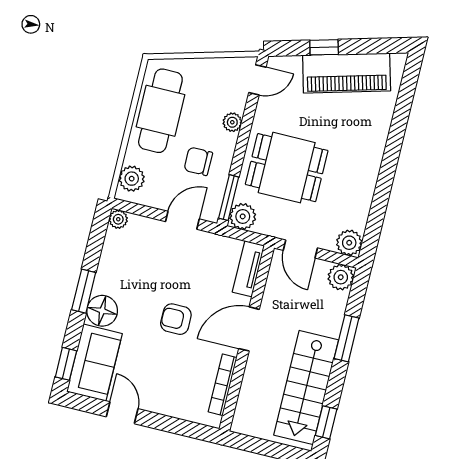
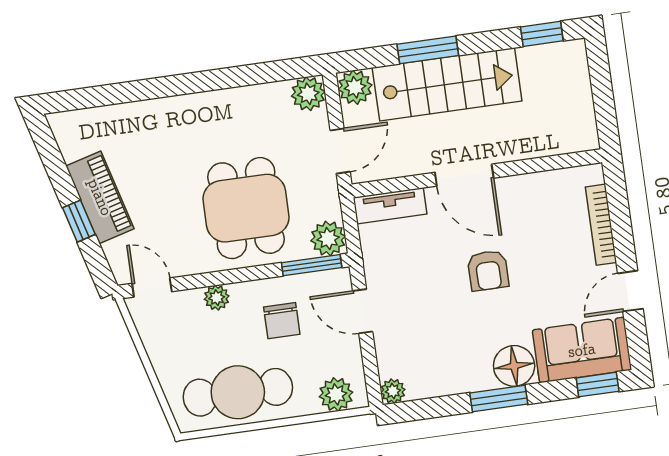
piano: (347, 73) -> (100, 197), width x0.73, depth x0.75
bookcase: (223, 385) -> (601, 225), moved, turned 90
stairs: (306, 387) -> (447, 84), moved

